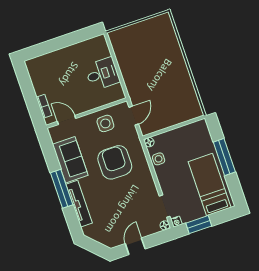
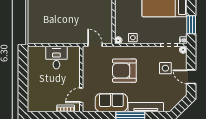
side table: (105, 123) -> (165, 68), moved

